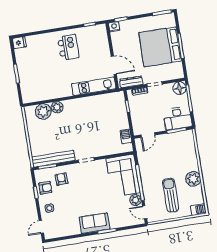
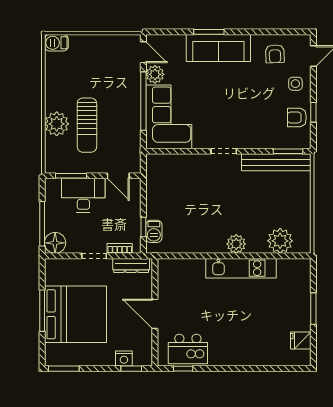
nightstand: (114, 27) -> (124, 359), moved
fridge: (19, 43) -> (301, 340), moved
kitchen island: (68, 47) -> (188, 349), moved, turned -90
door: (114, 65) -> (155, 314), moved
kitchen unit: (94, 86) -> (241, 268), moved
plant: (57, 107) -> (236, 244), moved
desk: (178, 118) -> (83, 195), moved
door: (148, 135) -> (118, 176), swing flipped
barbecue: (126, 136) -> (154, 231), moved
armchair: (61, 179) -> (275, 54), moved
plant: (193, 179) -> (57, 124), moved
sun lounger: (171, 195) -> (87, 125), moved
sofa: (95, 223) -> (218, 48), width x1.36

